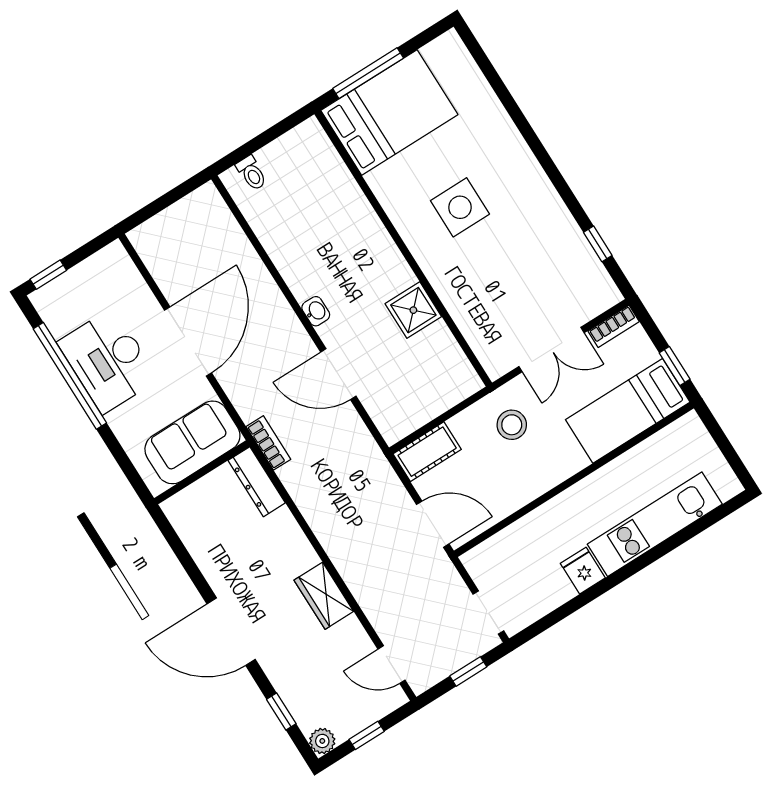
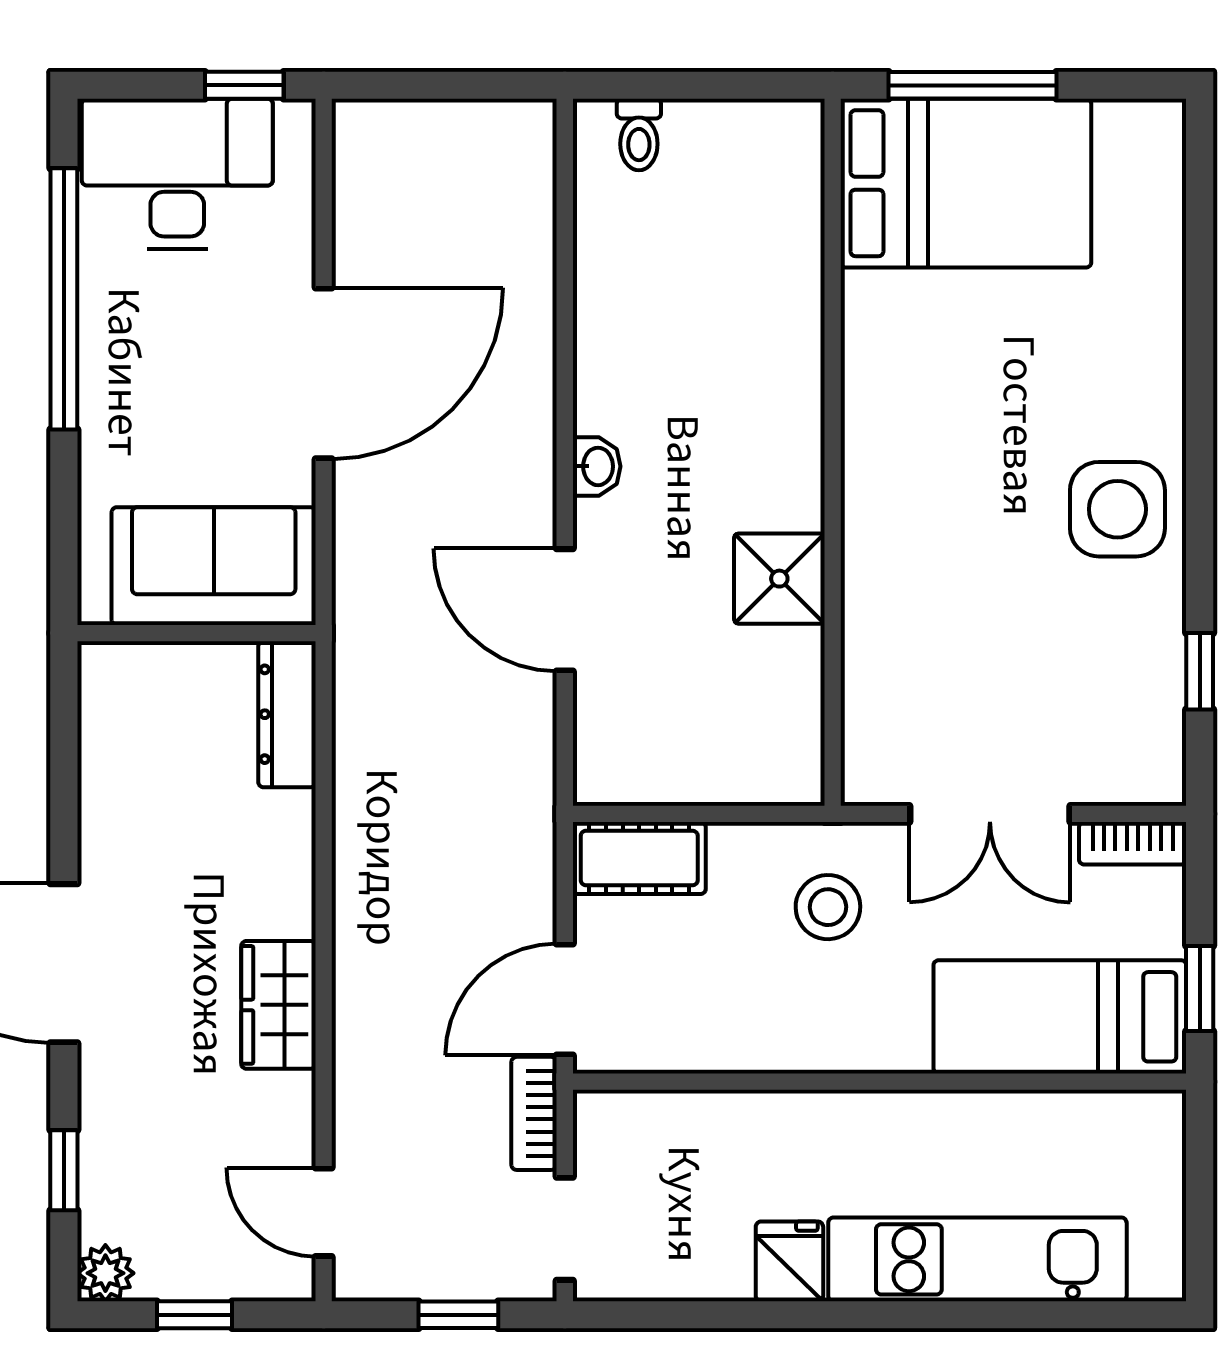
side table: (460, 207) -> (1117, 509), moved
window: (48, 275) -> (244, 85), moved
desk: (108, 361) -> (177, 174), moved, turned 90
bookcase: (268, 443) -> (534, 1113), moved, turned 180
door: (433, 524) -> (565, 999), swing flipped

